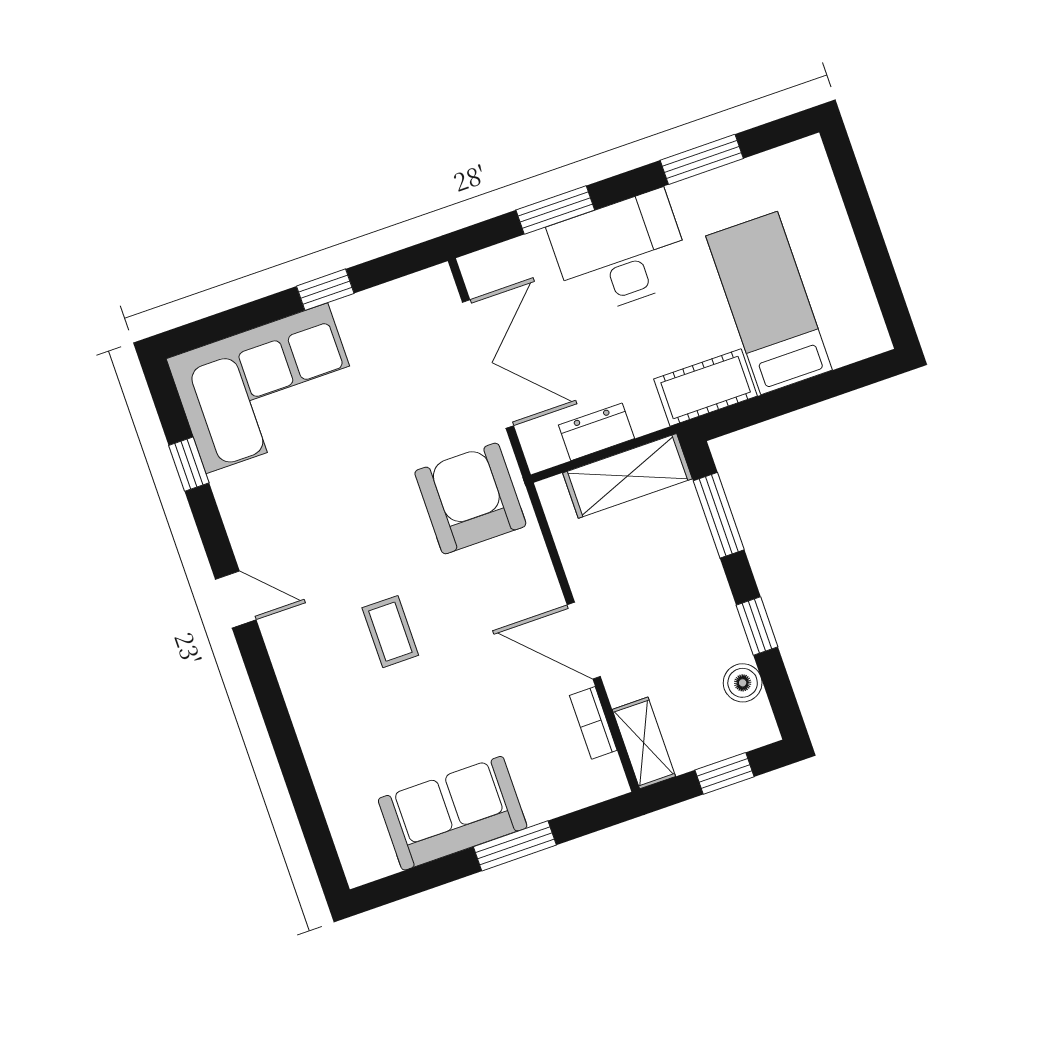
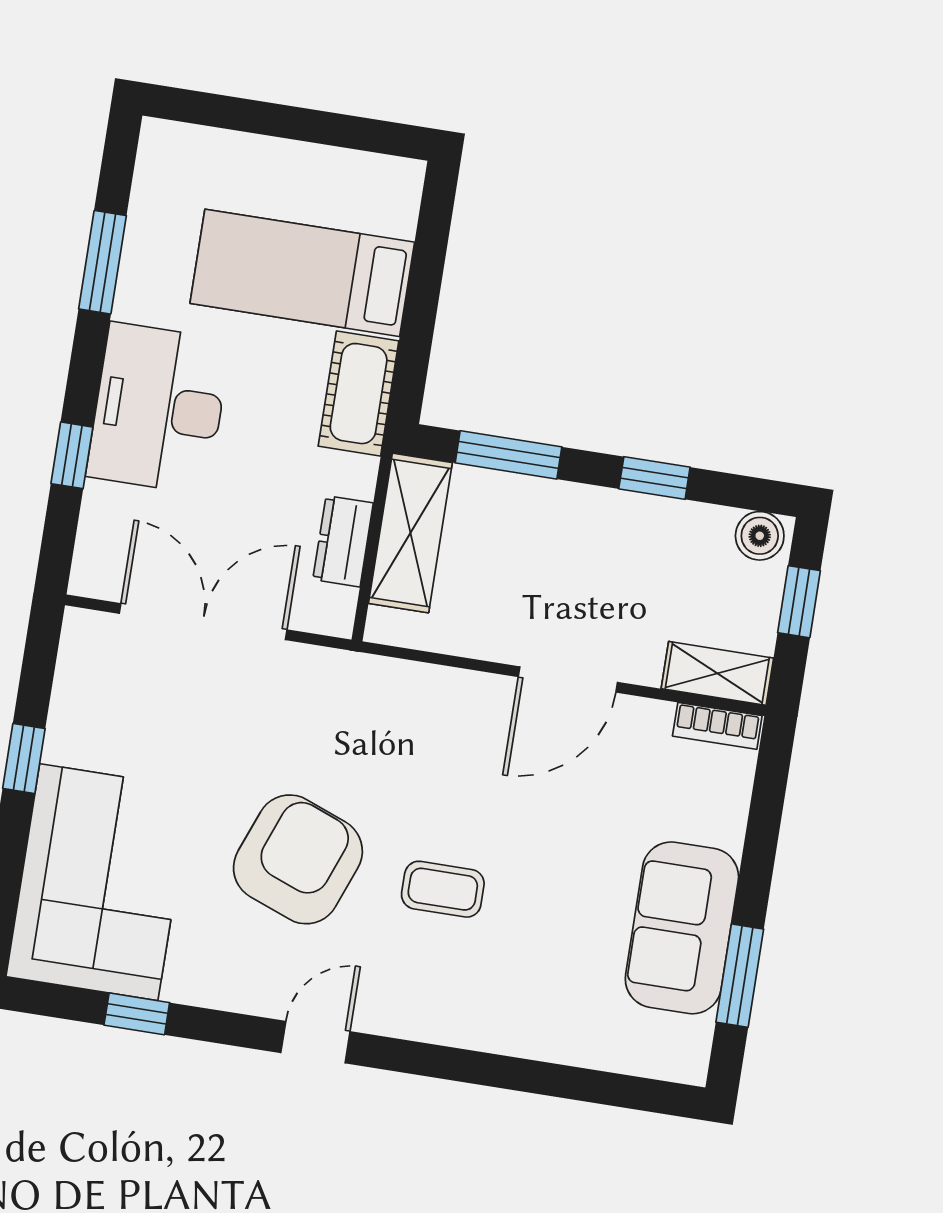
window: (555, 210) -> (72, 455), width x0.67
armchair: (470, 498) -> (298, 859), moved, turned 111
boiler: (743, 683) -> (760, 536), moved
bookcase: (593, 723) -> (717, 726), moved
window: (515, 846) -> (740, 976), moved

